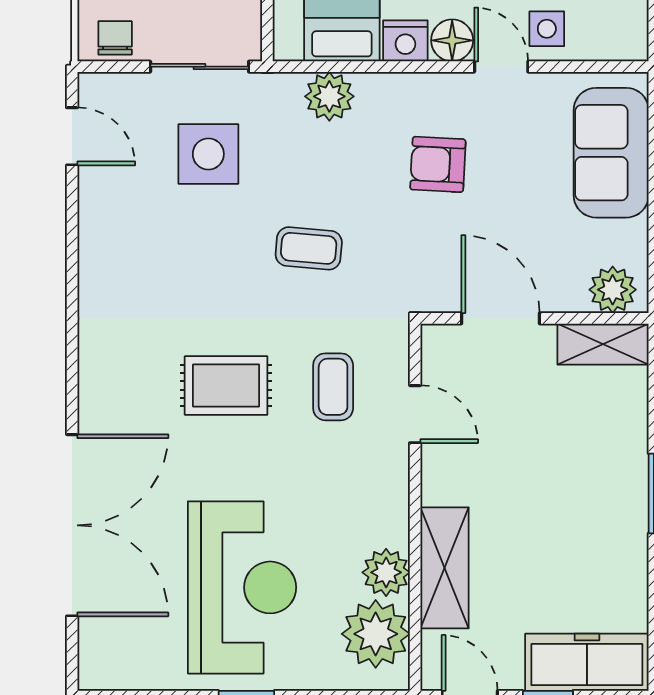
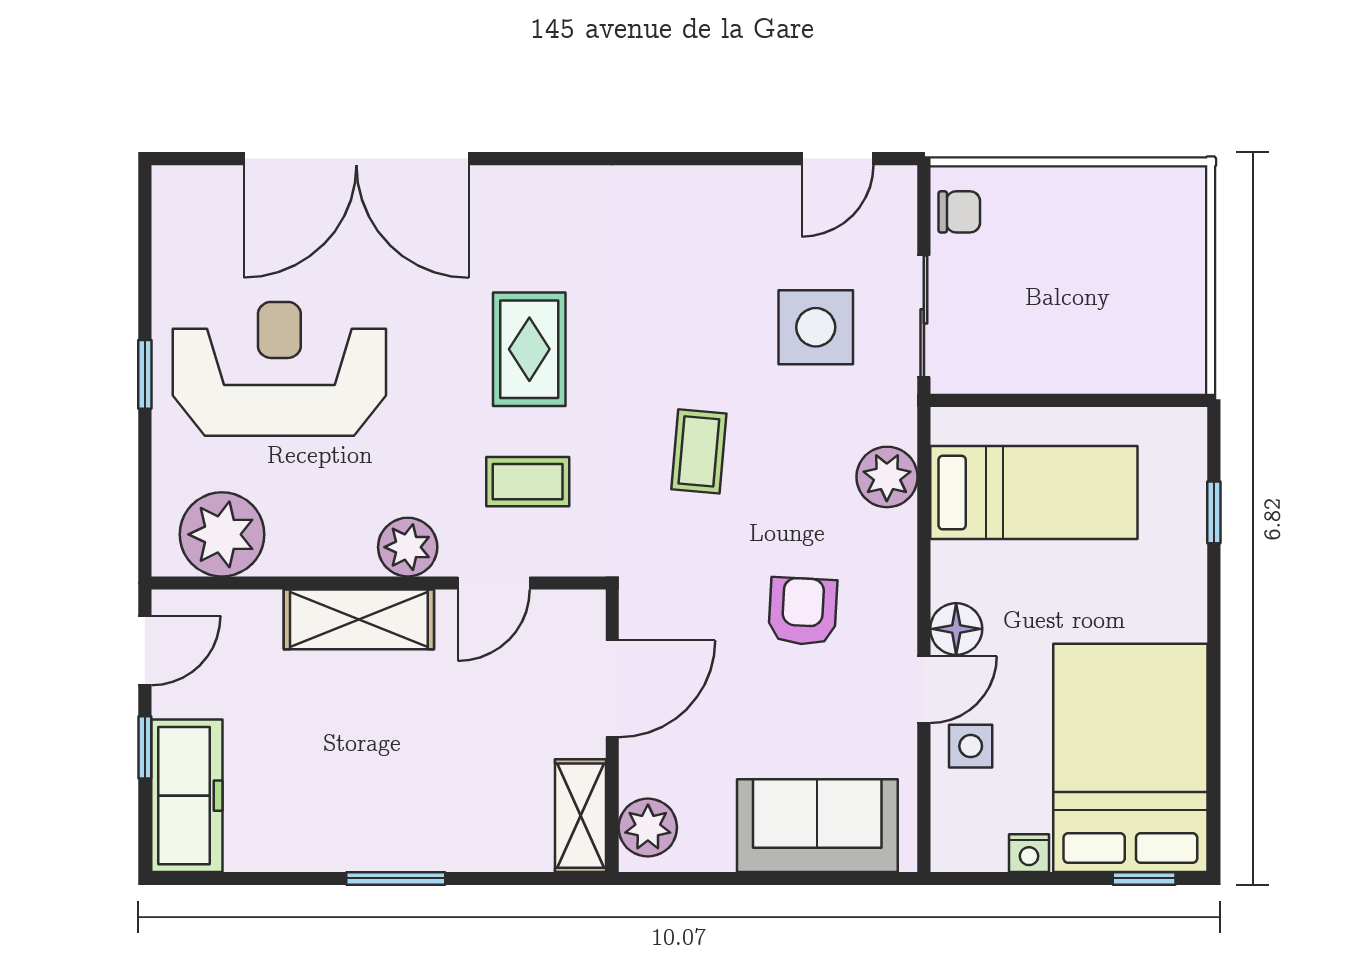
nightstand: (405, 41) -> (956, 571), removed
shelving: (444, 568) -> (359, 619), moved
plant: (386, 572) -> (408, 547), moved
reception desk: (242, 587) -> (279, 369), turned 180

